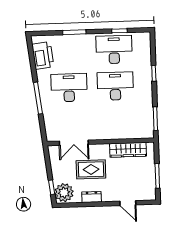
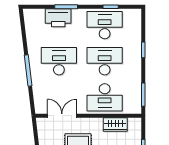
printer: (43, 55) -> (58, 18), moved, turned 97
desk: (116, 123) -> (105, 97), added
double door: (74, 143) -> (62, 116), swing flipped
wardrobe: (128, 150) -> (115, 125), width x0.67

